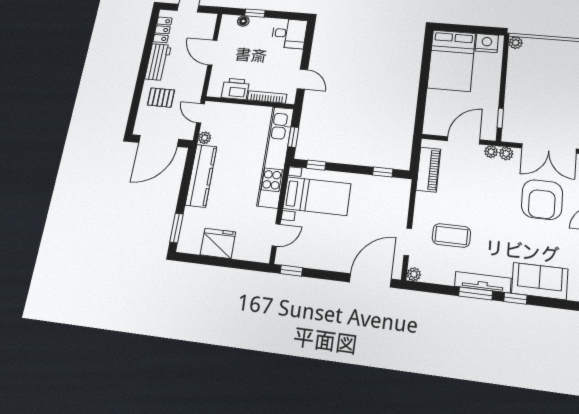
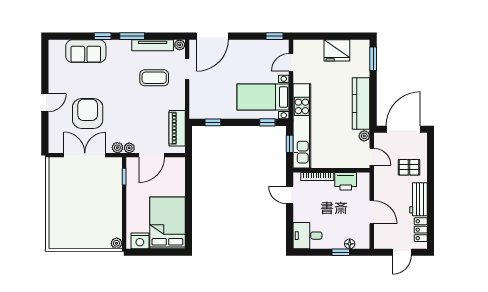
tv unit: (483, 282) -> (153, 45), moved

